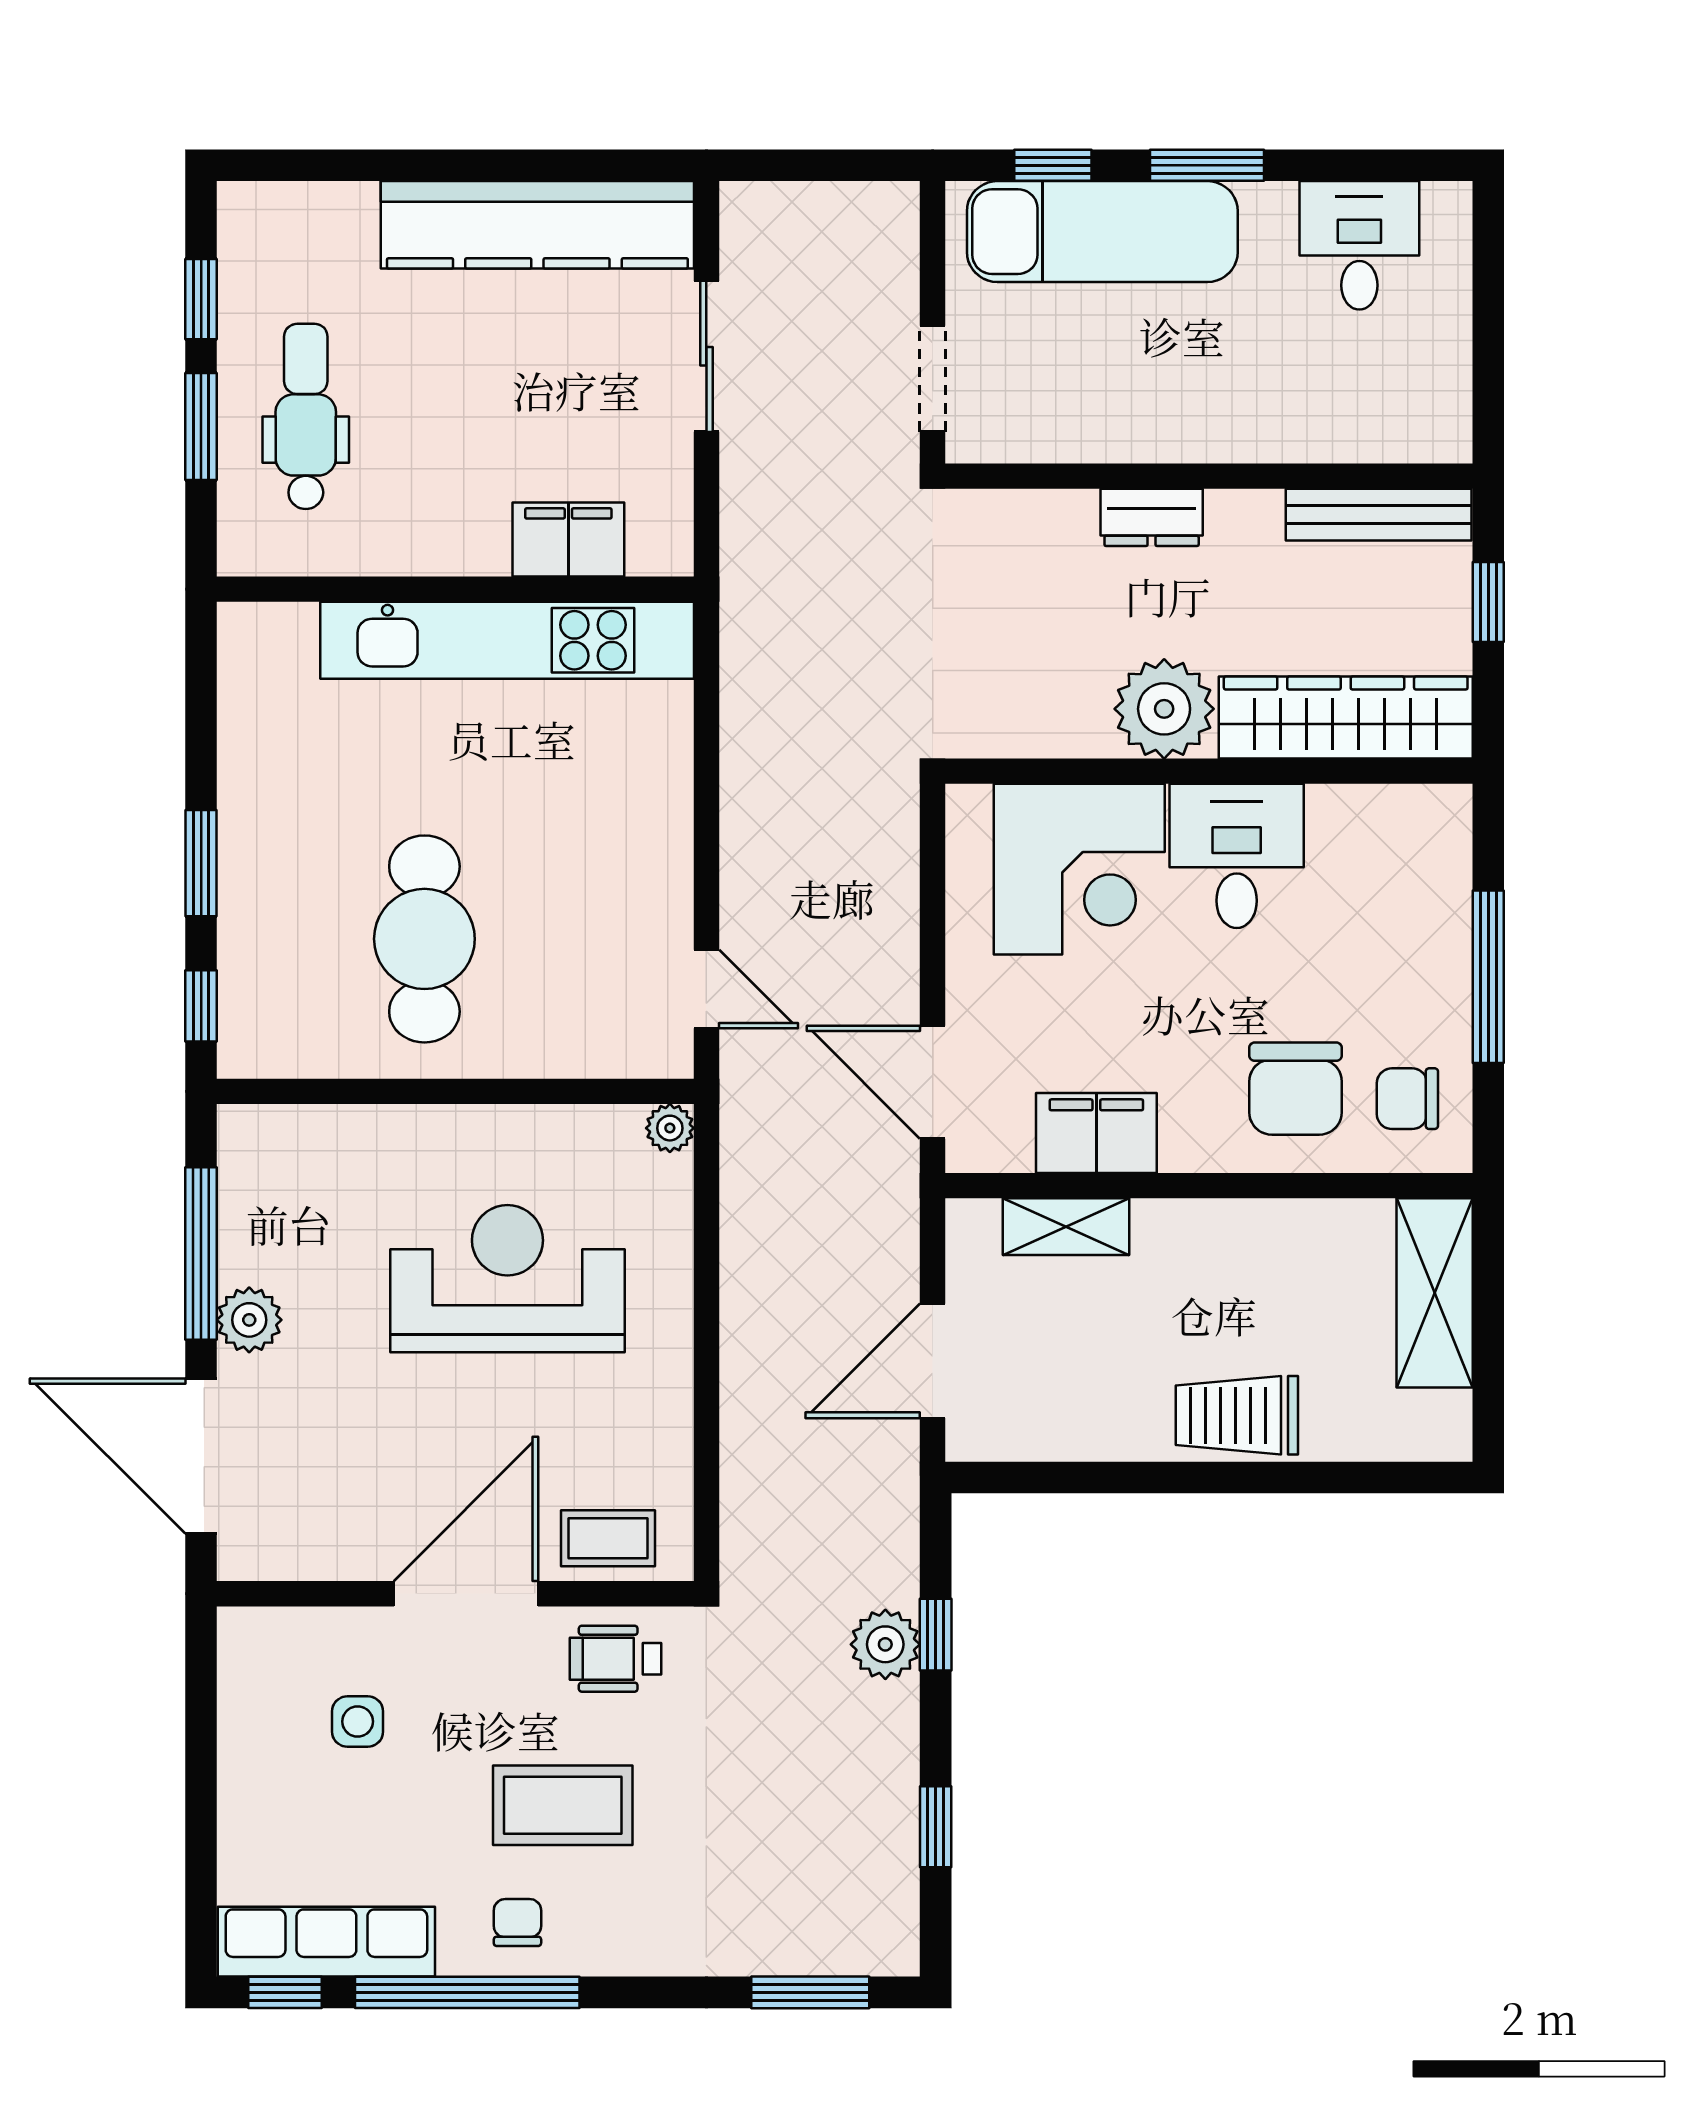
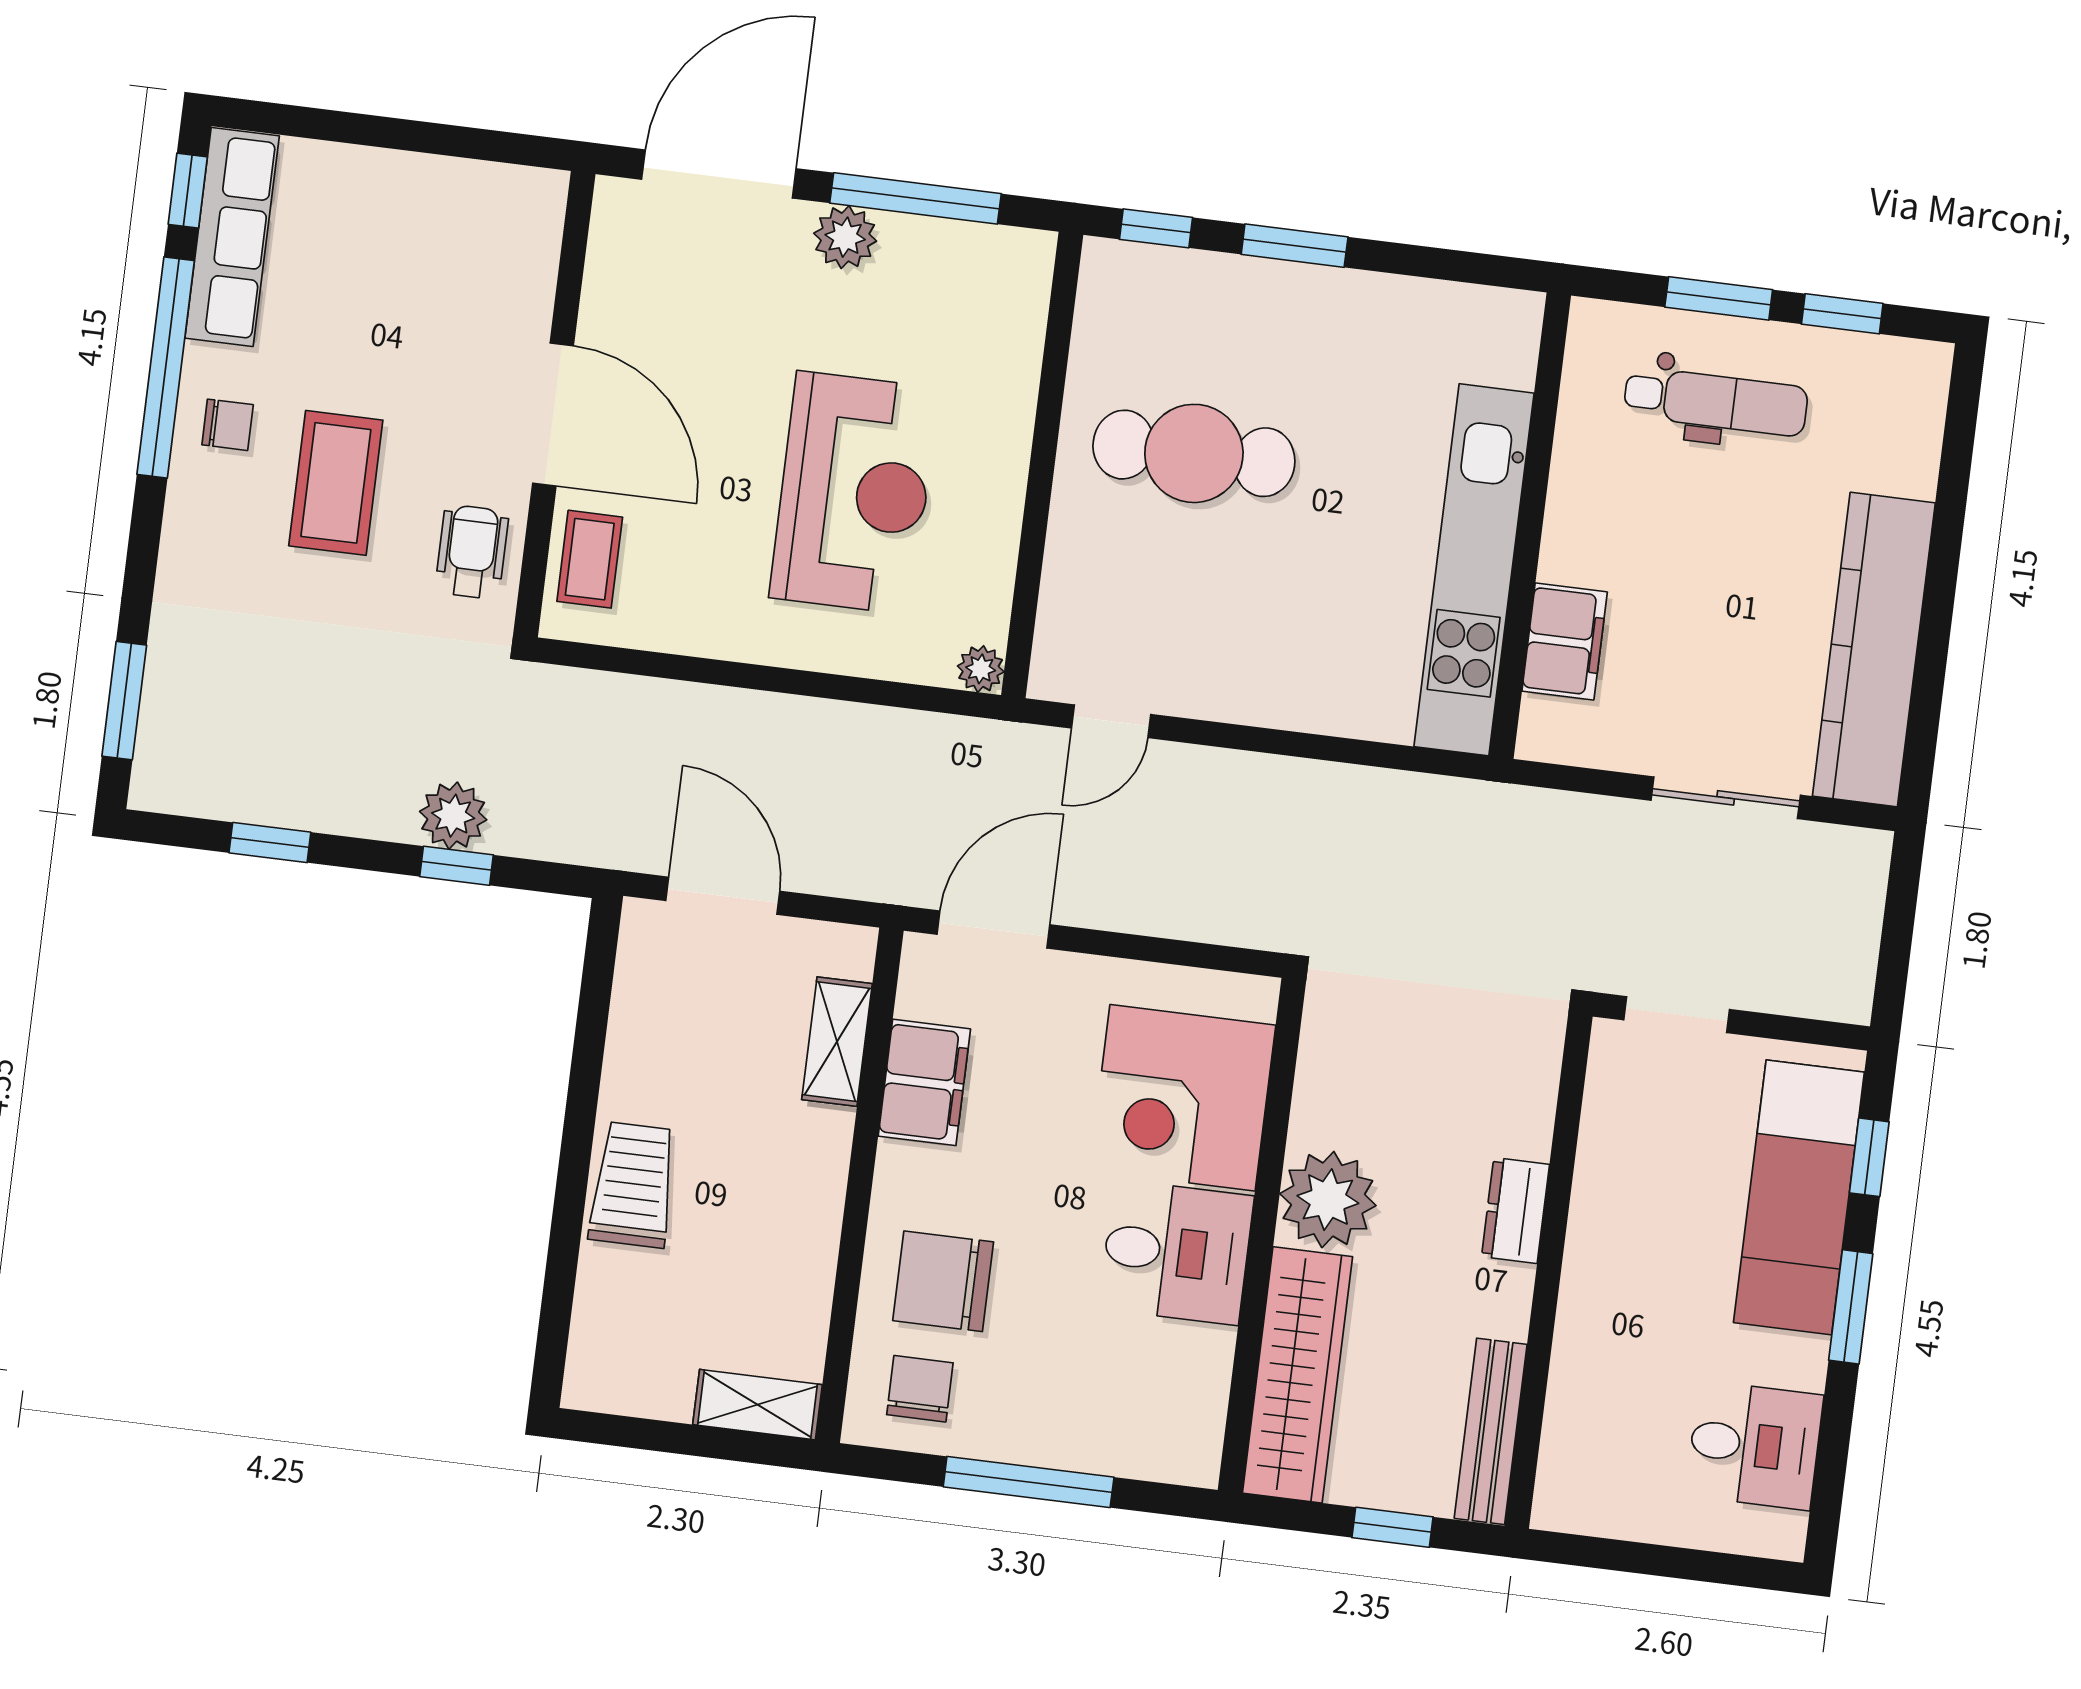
shelving: (1435, 1293) -> (758, 1405), width x0.67, depth x0.75
side table: (358, 1721) -> (442, 294), removed

